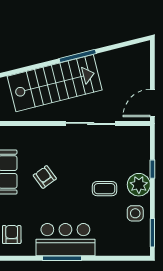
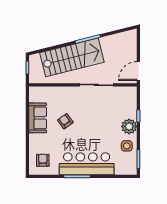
coffee table: (105, 189) -> (106, 129), removed
bar counter: (65, 240) -> (87, 164), width x1.36

